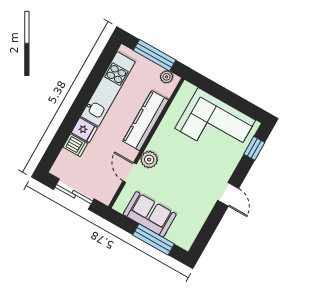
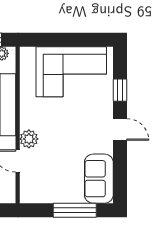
window: (254, 148) -> (120, 90), moved
sofa: (150, 214) -> (99, 179), moved, turned -90

